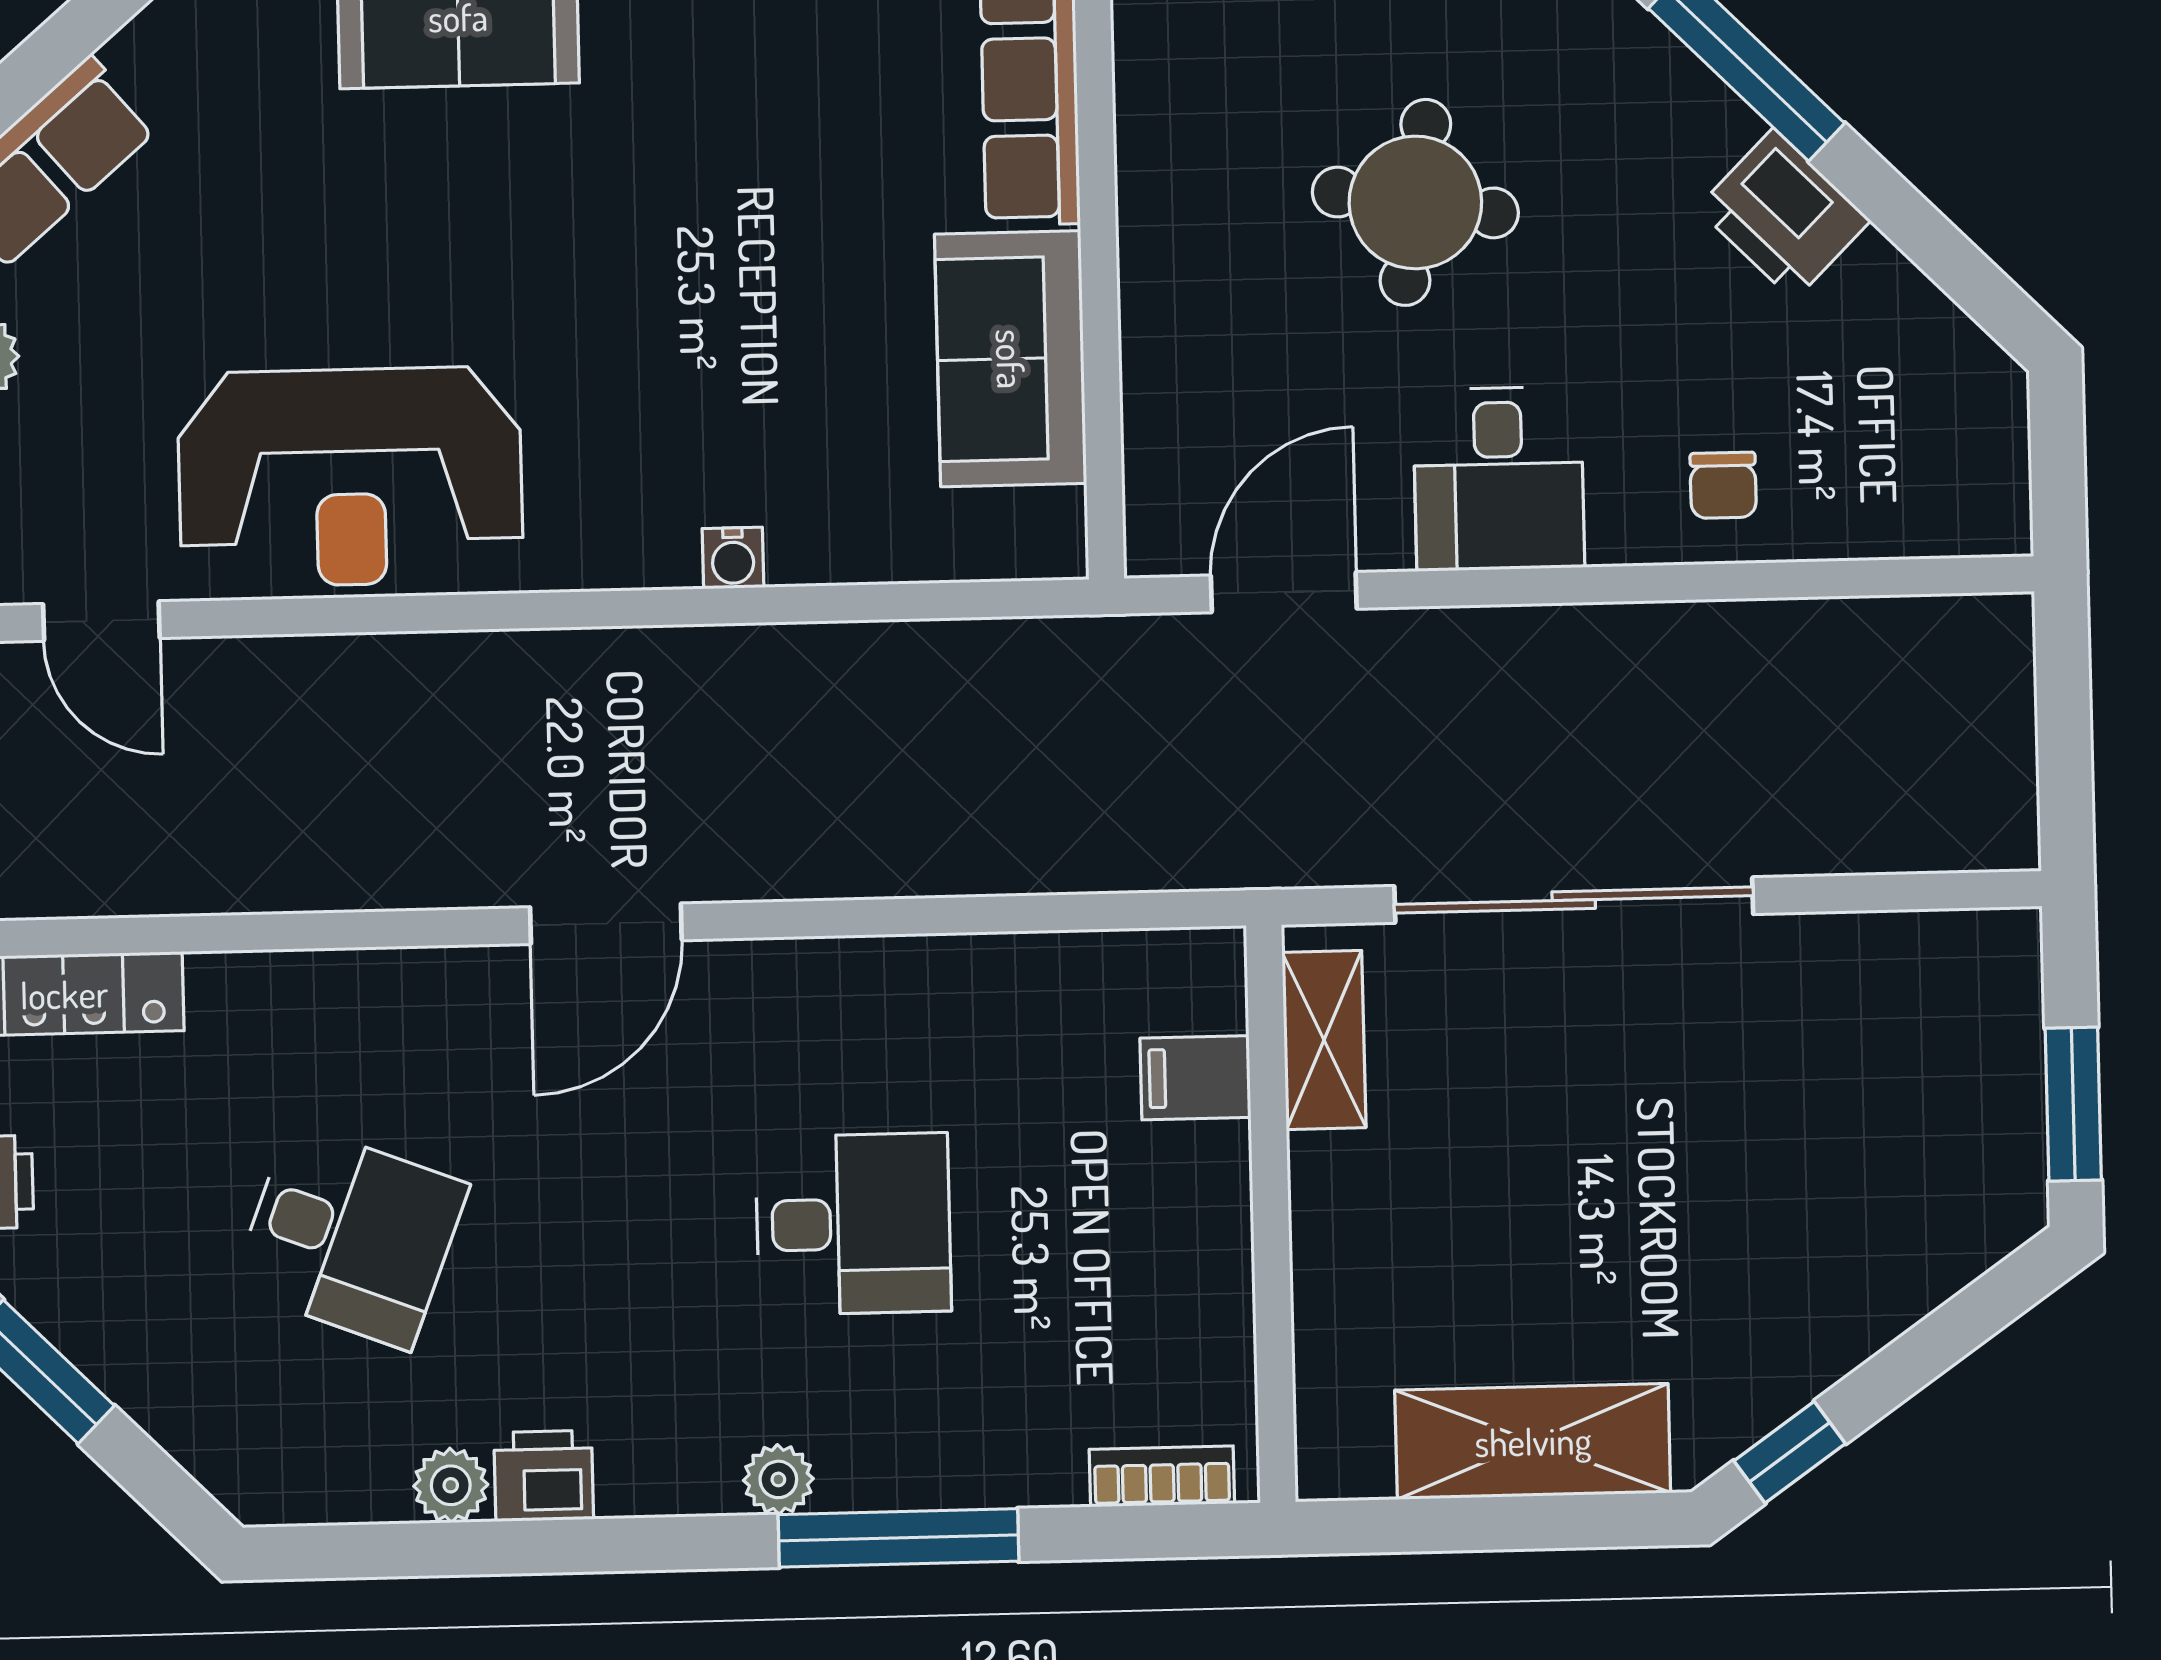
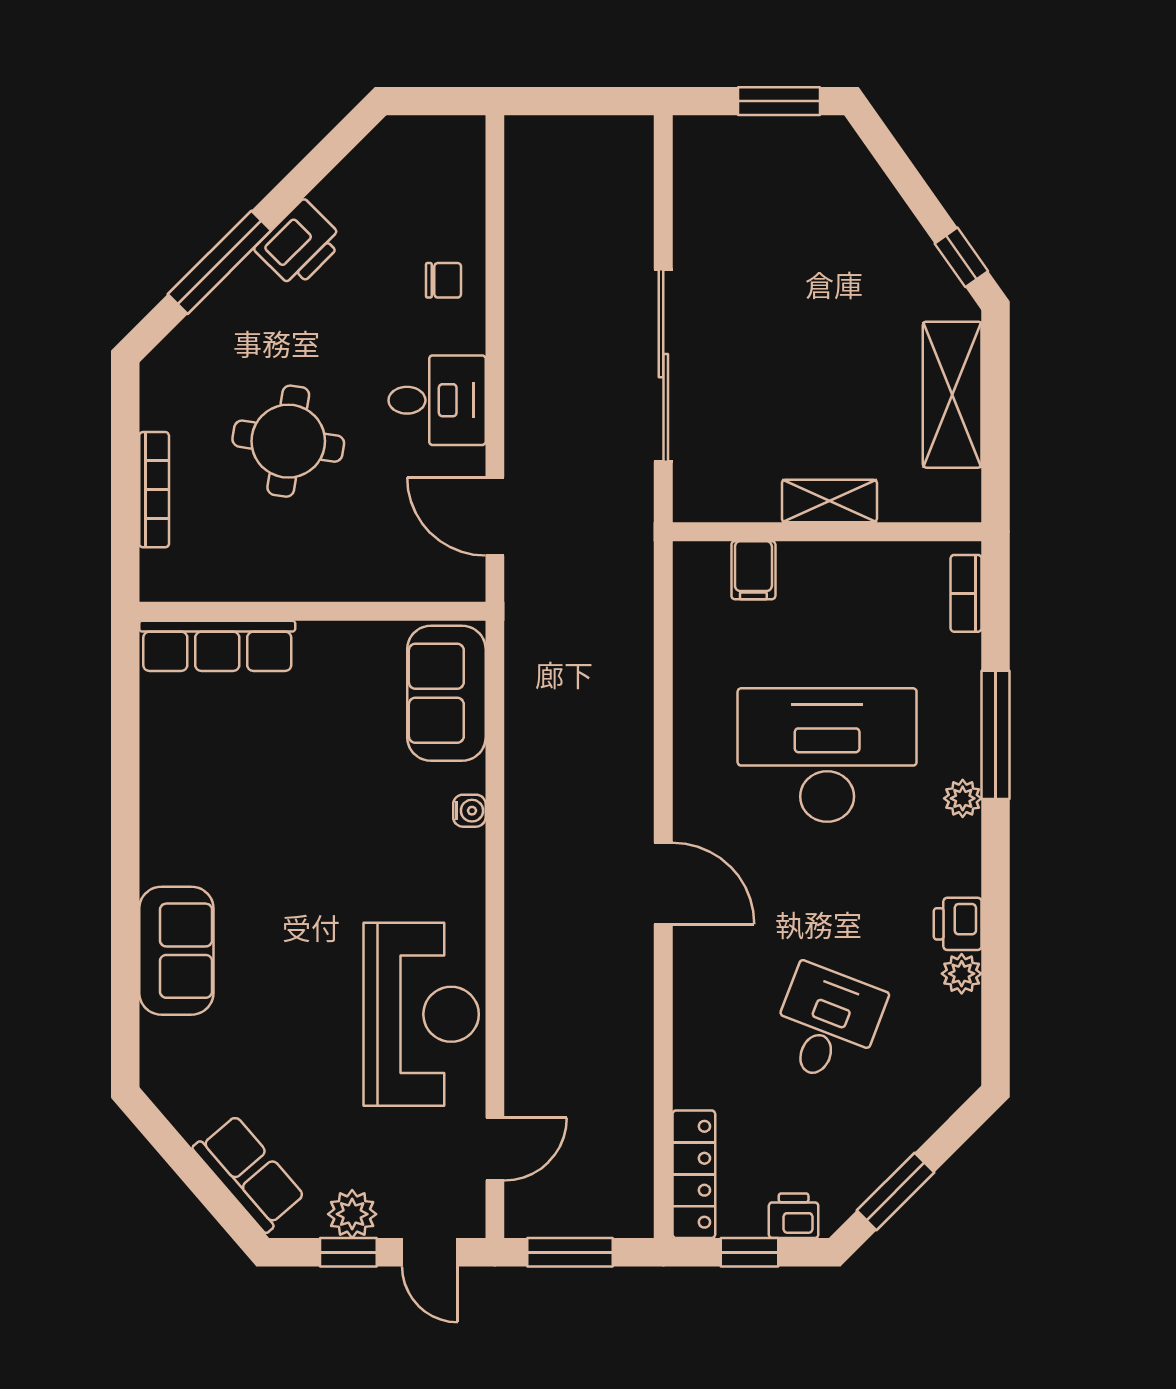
sofa: (1011, 359) -> (446, 693), moved, turned 90
shelving: (1324, 1040) -> (829, 501), moved
desk: (853, 1224) -> (827, 755), width x1.87, depth x1.30

